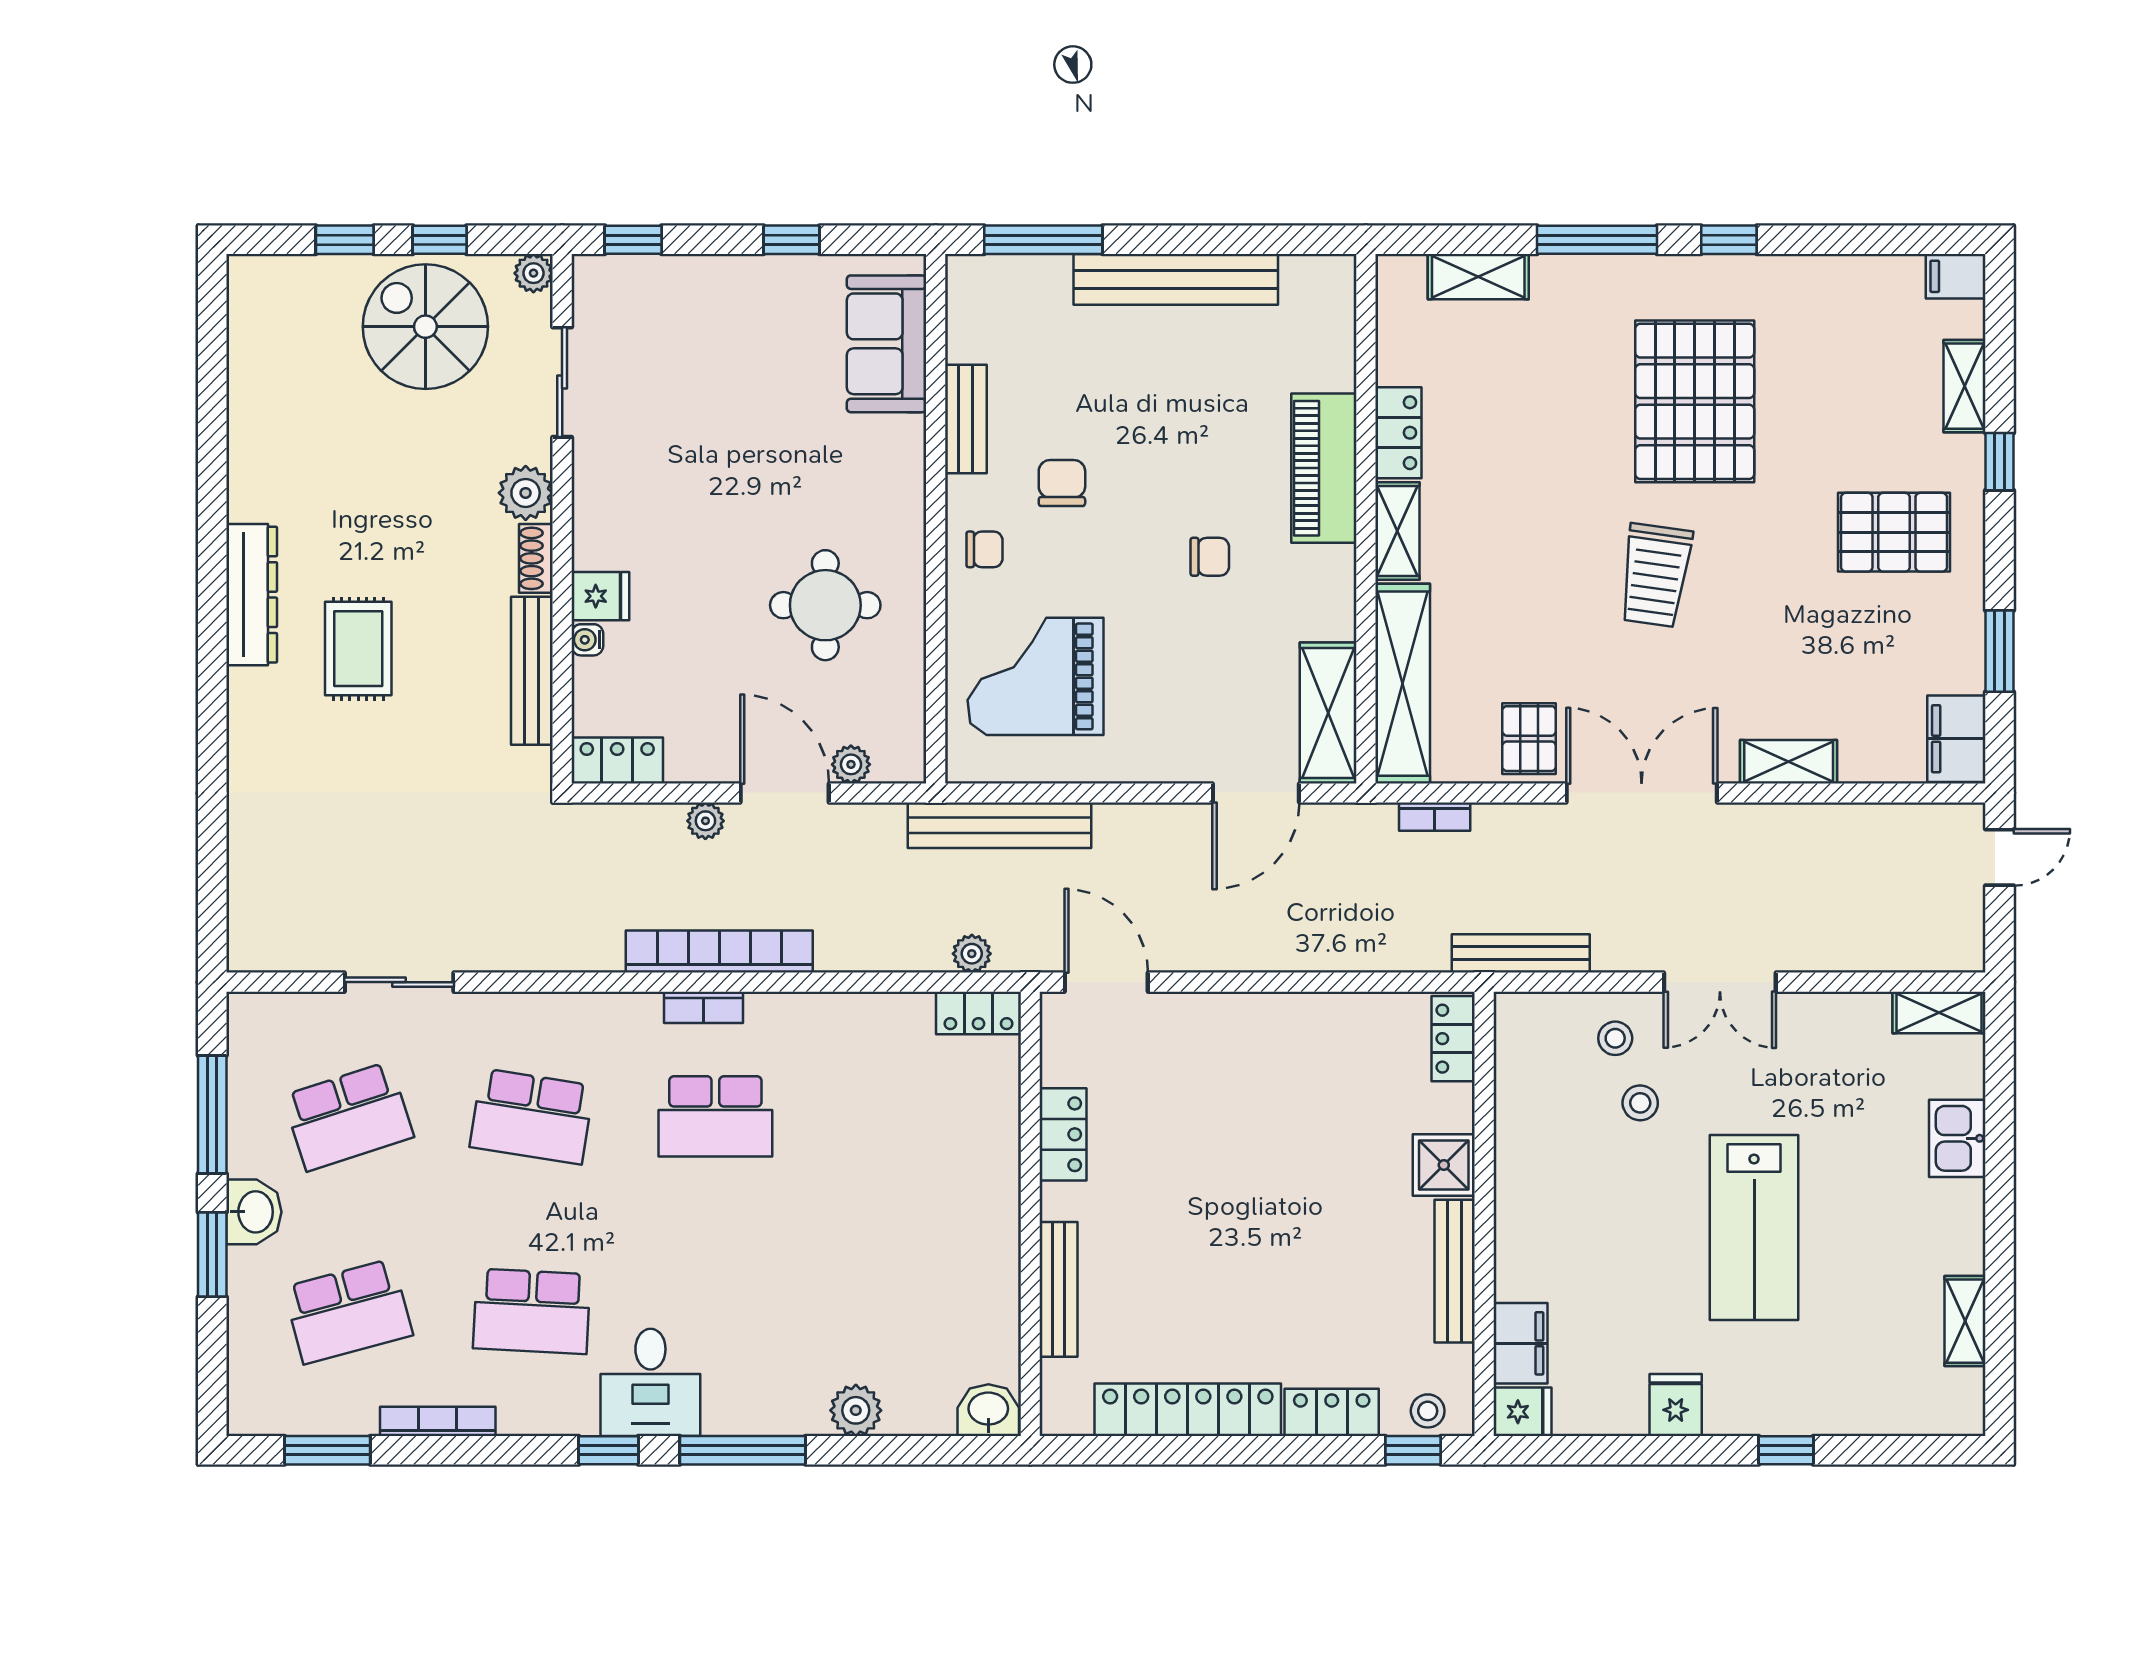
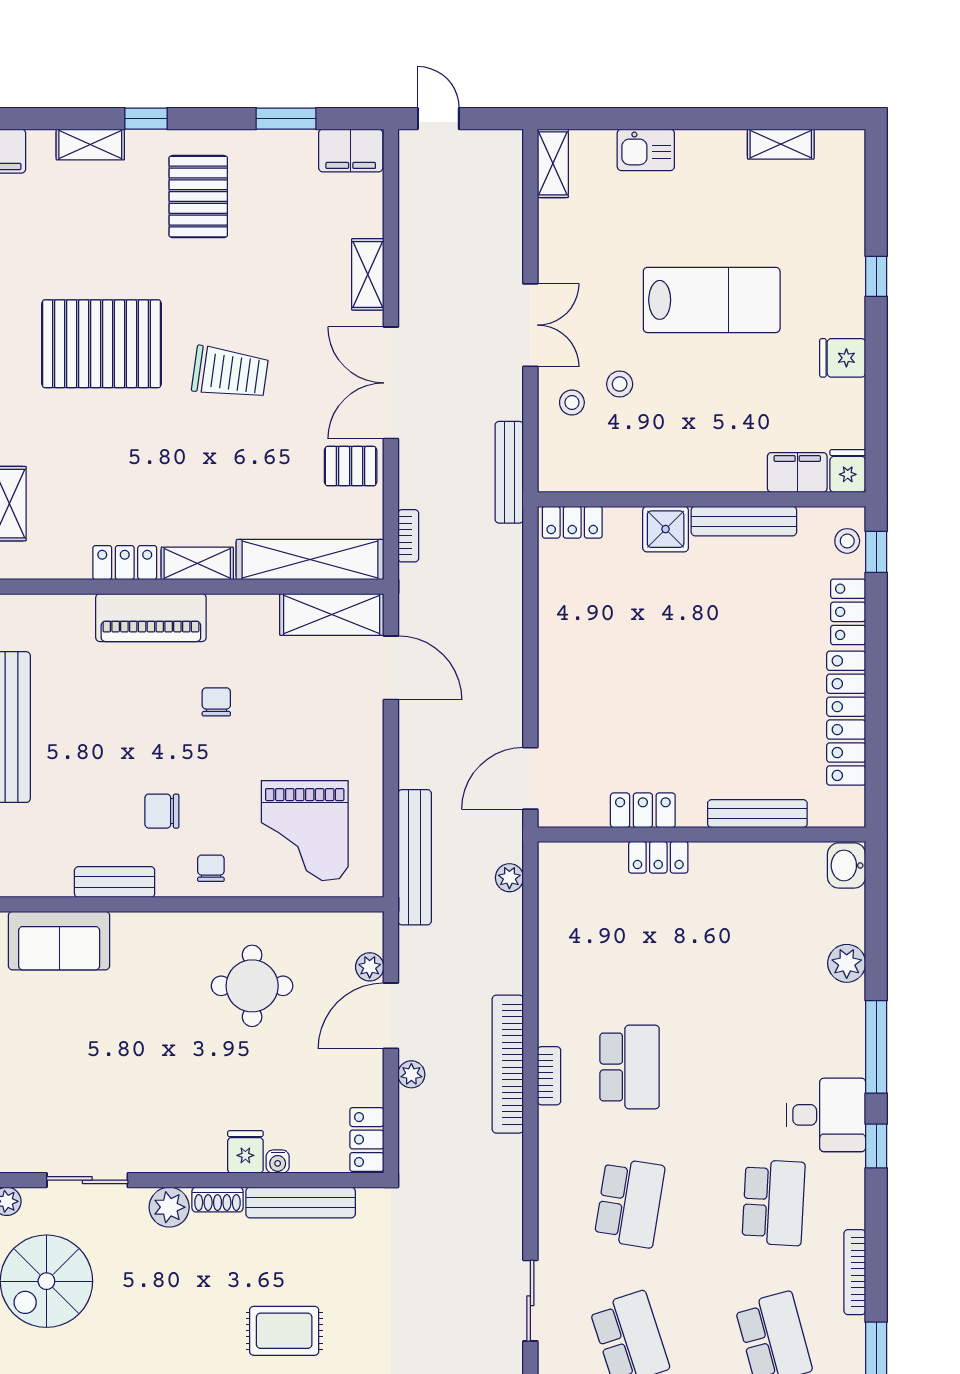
locker: (978, 1013) -> (658, 857), moved, turned 90

